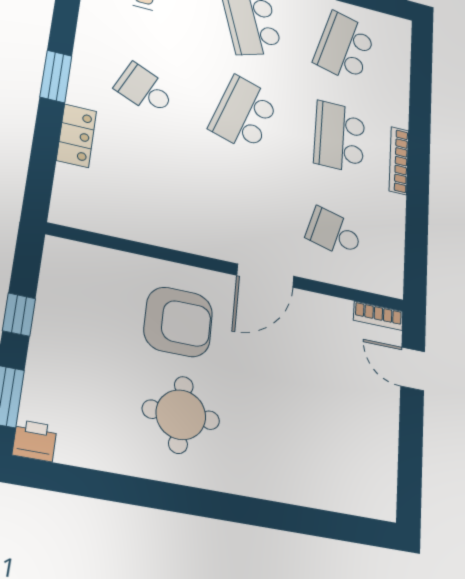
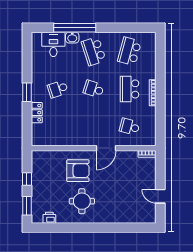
school desk: (145, 89) -> (58, 89), turned -42
school desk: (244, 114) -> (94, 89), width x0.54
door: (413, 369) -> (160, 196), moved
printer: (35, 441) -> (49, 218), moved

